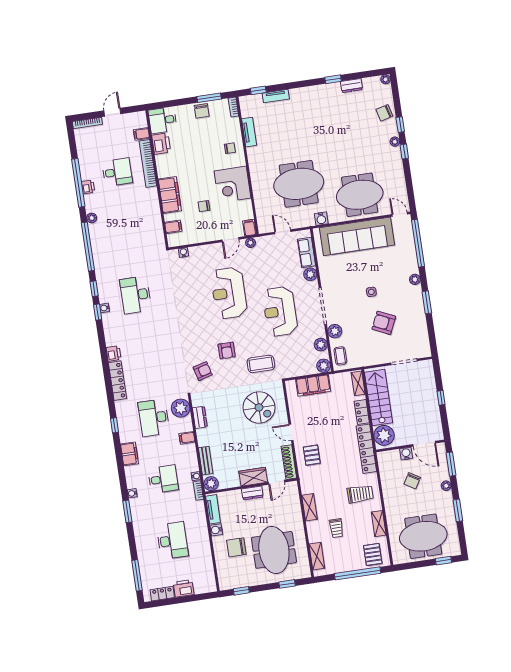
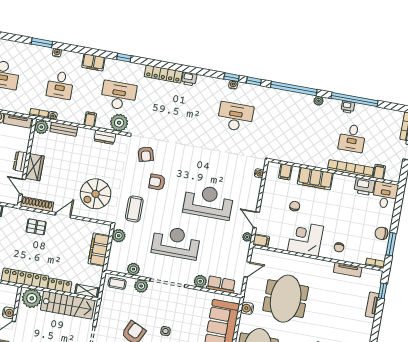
plant: (324, 366) -> (119, 236), moved

